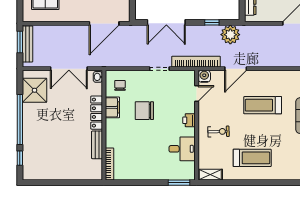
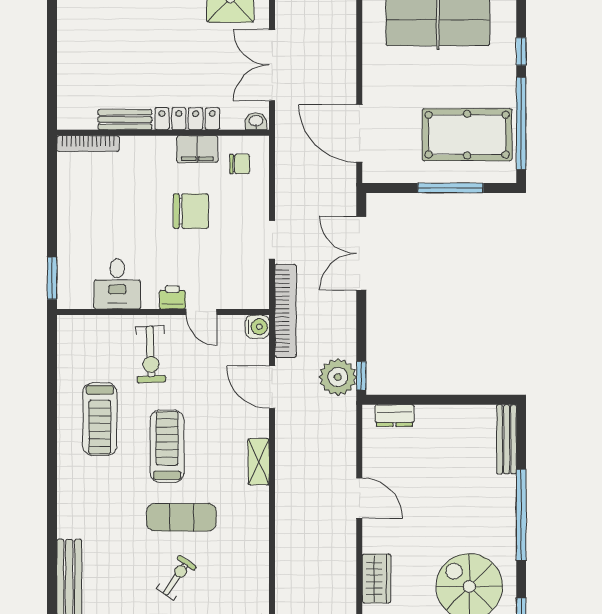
window: (212, 22) -> (361, 376), moved
door: (197, 93) -> (201, 312), moved
treadmill: (263, 105) -> (167, 446), moved
chair: (144, 111) -> (191, 211), turned 90
exercise bike: (219, 132) -> (151, 354), width x1.38, depth x1.39
shelving: (210, 175) -> (259, 462), moved

